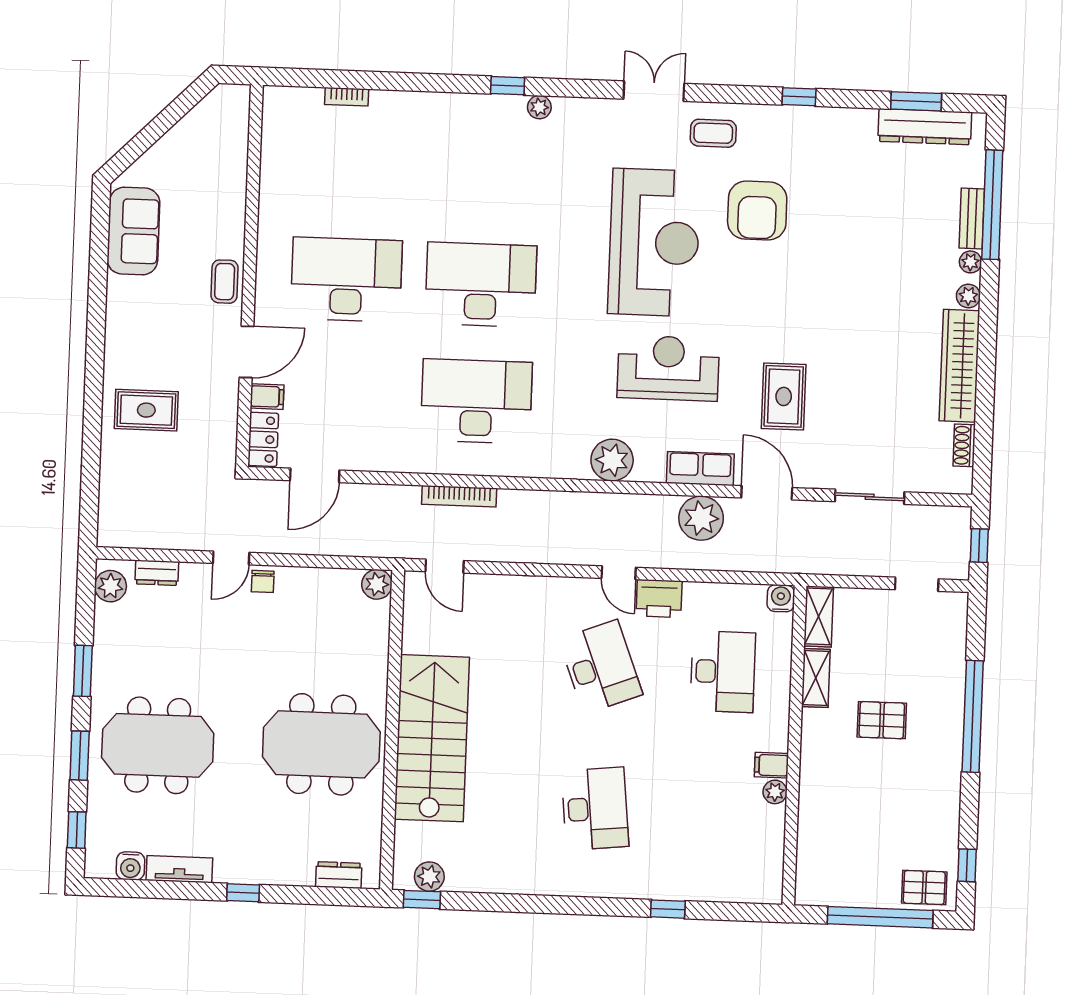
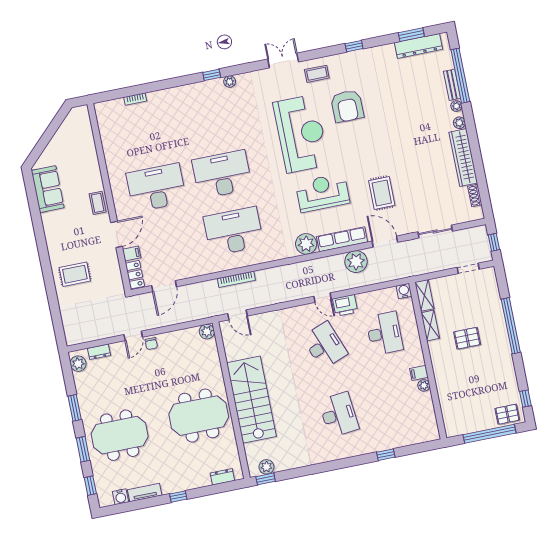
row of seats: (700, 469) -> (342, 239), width x1.48

